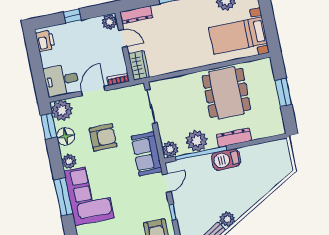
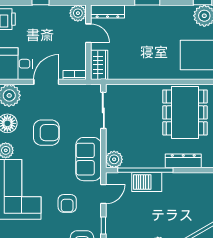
plant: (197, 141) -> (144, 156), removed
barbecue: (226, 159) -> (147, 182), moved
armchair: (135, 198) -> (67, 203), added

